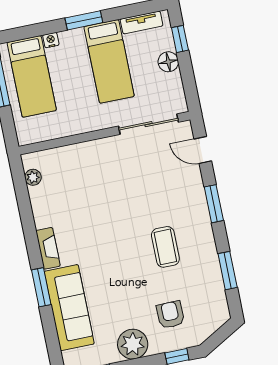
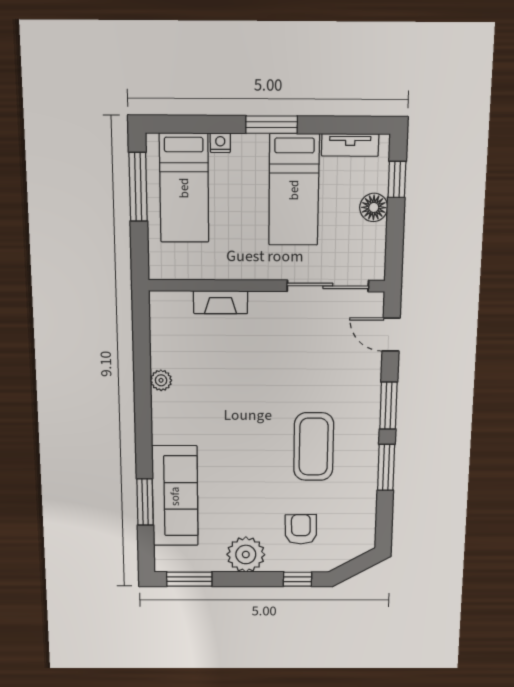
plant: (33, 177) -> (161, 380), moved
coffee table: (165, 247) -> (314, 447), width x1.36, depth x1.32
fireplace: (48, 248) -> (220, 302), moved, turned 90
window: (228, 271) -> (386, 467), moved
window: (41, 287) -> (145, 502), moved

